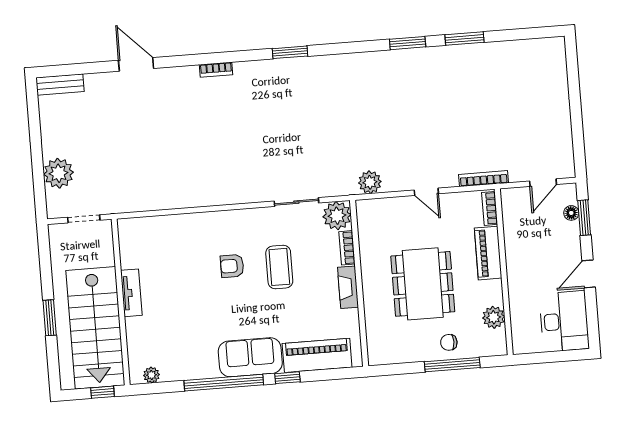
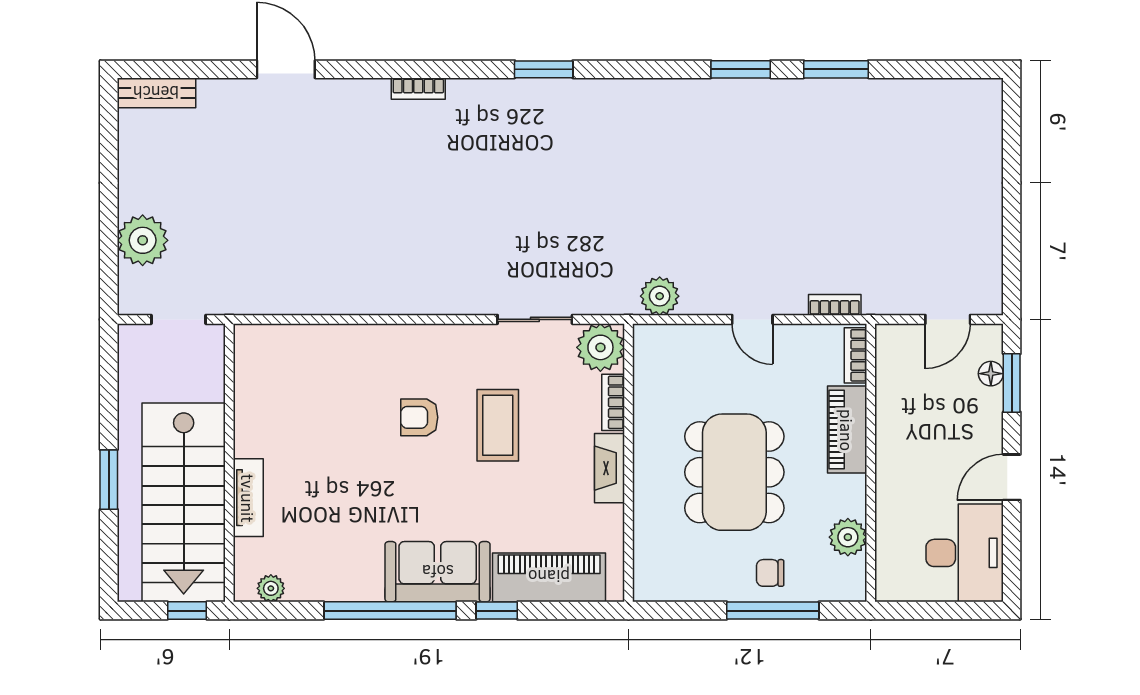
bookcase: (484, 179) -> (835, 305), width x0.64
tv unit: (131, 293) -> (248, 498), moved

